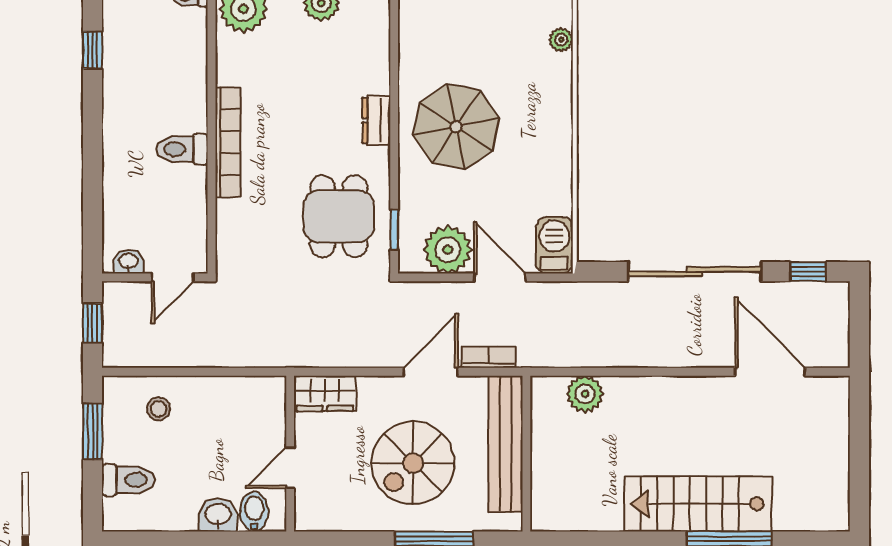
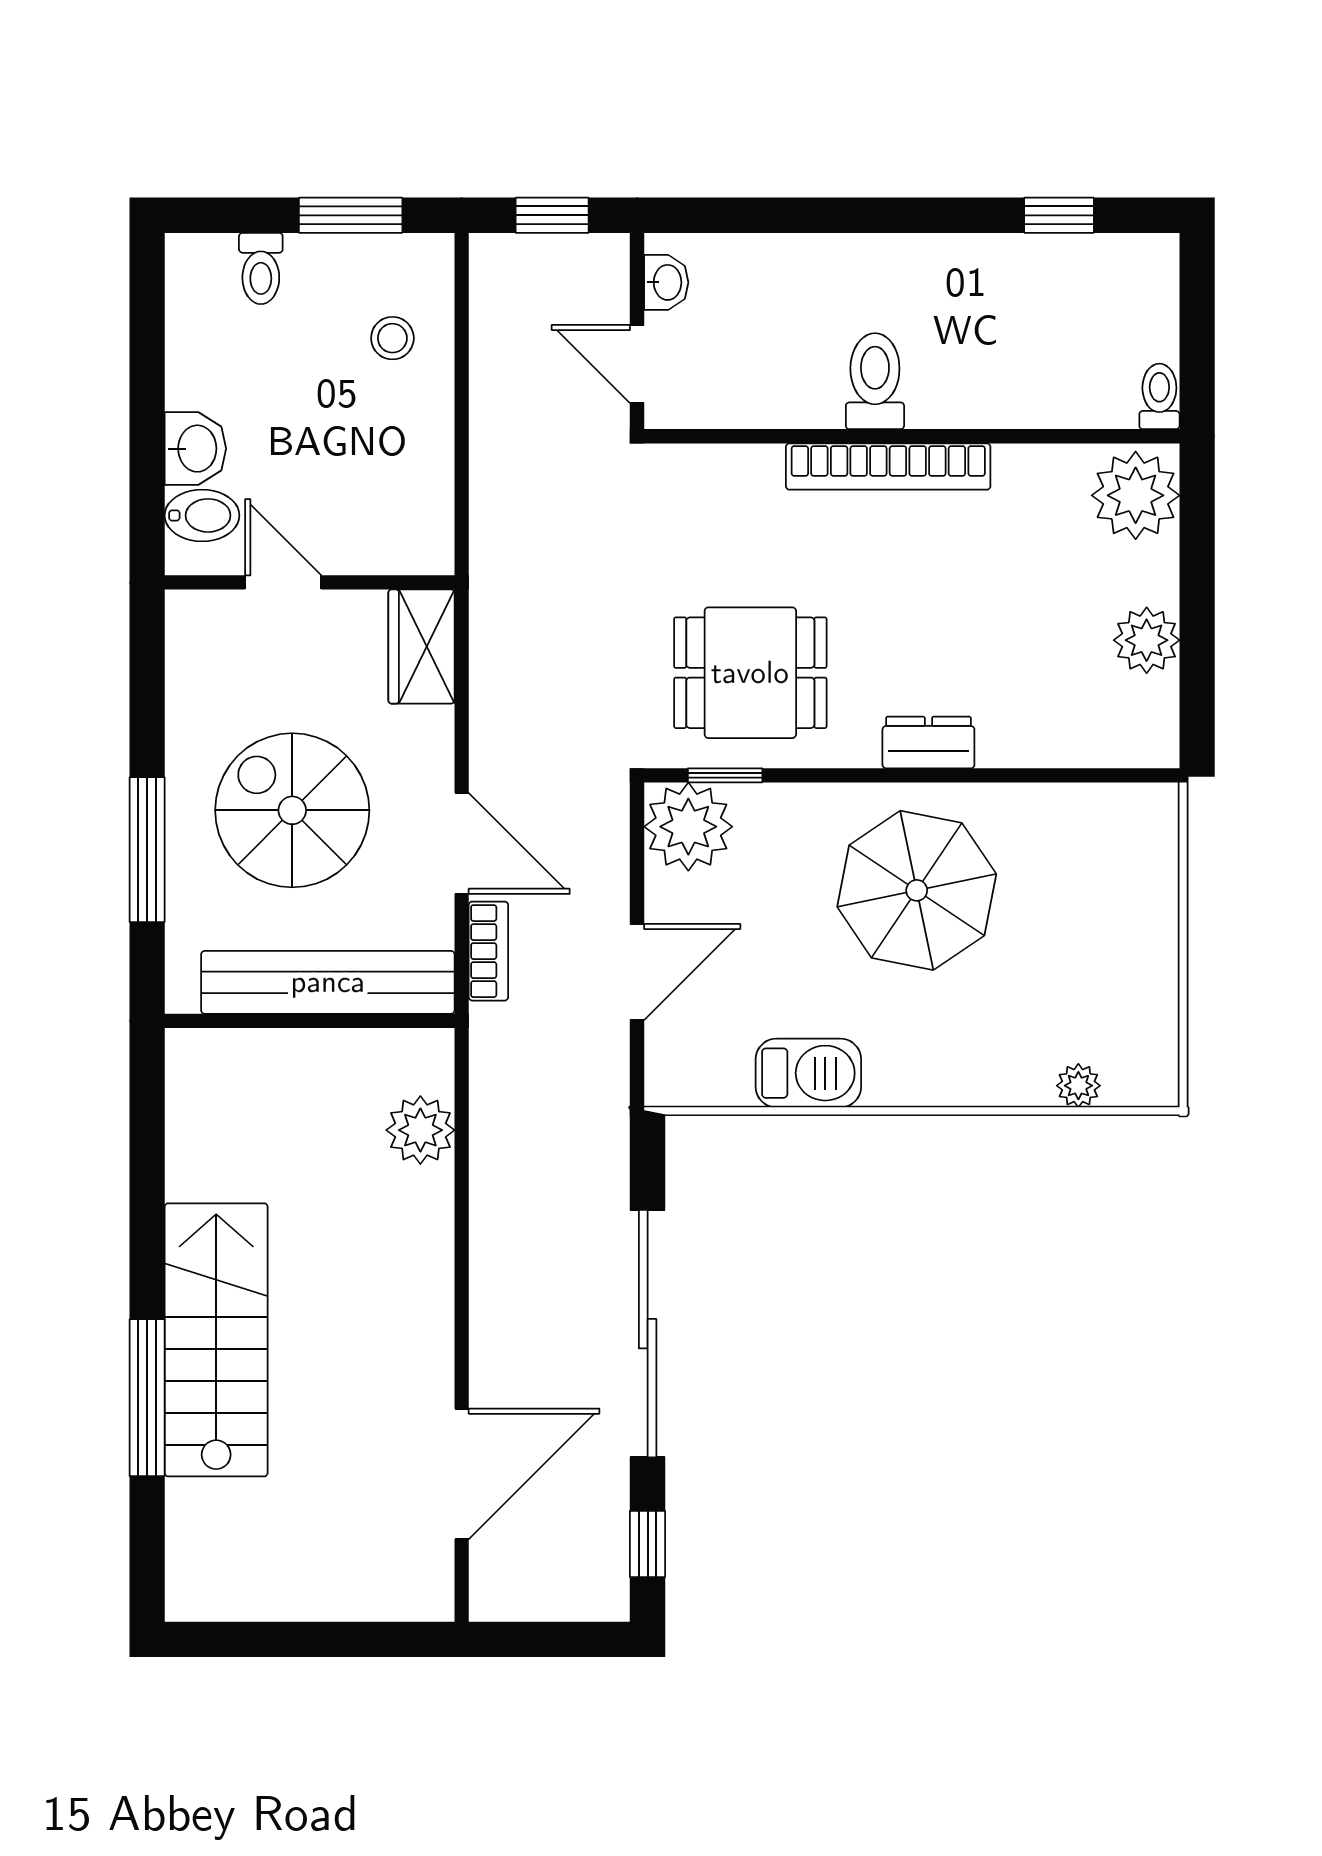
barbecue: (554, 245) -> (808, 1073), moved
plant: (448, 250) -> (688, 827), moved
toilet: (129, 480) -> (261, 268), width x0.73, depth x0.72

